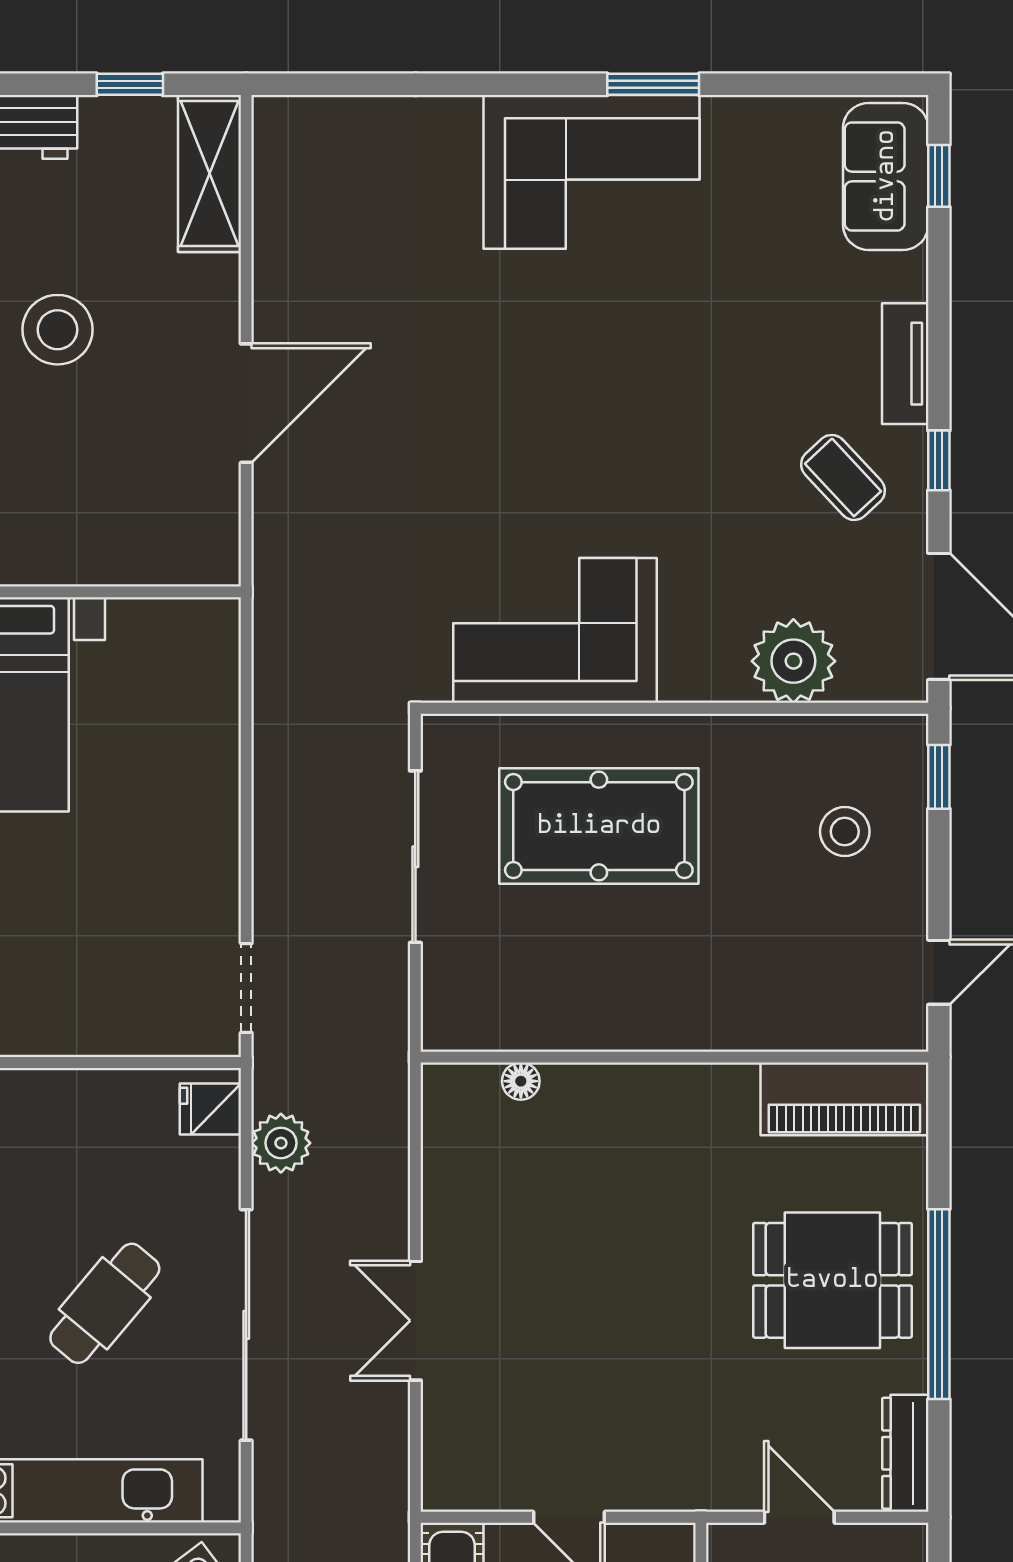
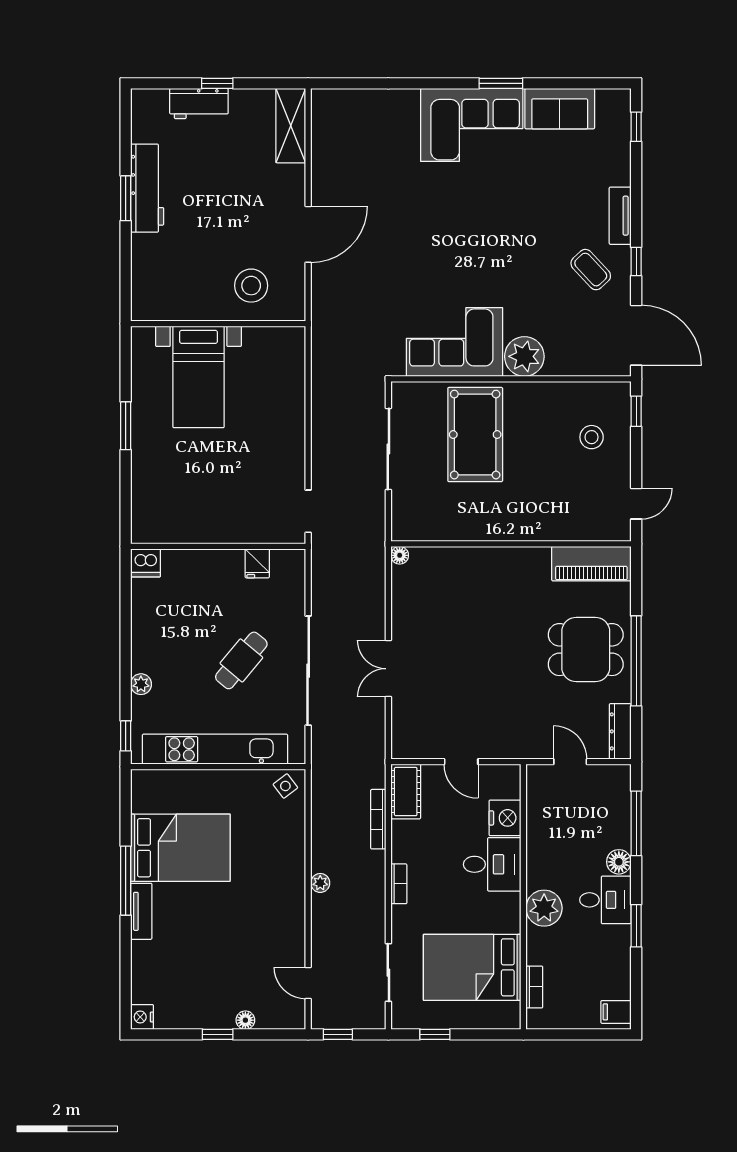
window: (130, 84) -> (217, 83), moved
sofa: (886, 176) -> (560, 109), moved, turned -90
stool: (58, 330) -> (251, 286), moved
plant: (793, 661) -> (524, 356), moved
pool table: (599, 826) -> (475, 435), turned 90
floor lamp: (521, 1081) -> (400, 555), moved
fridge: (210, 1109) -> (257, 563), moved, turned -90
plant: (281, 1143) -> (325, 585), removed

